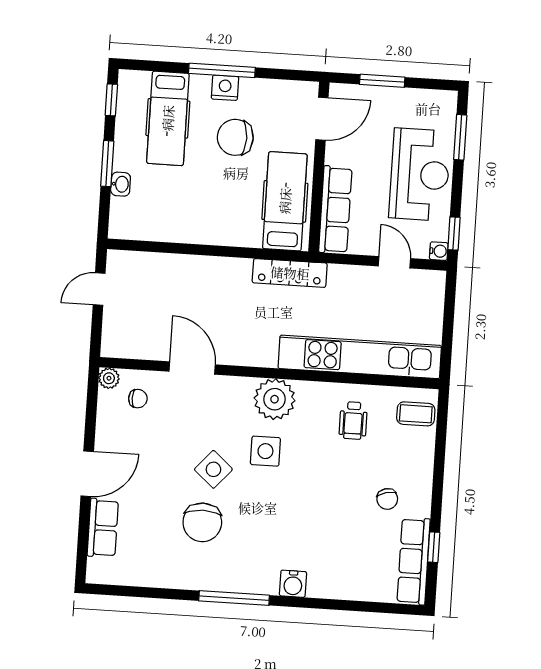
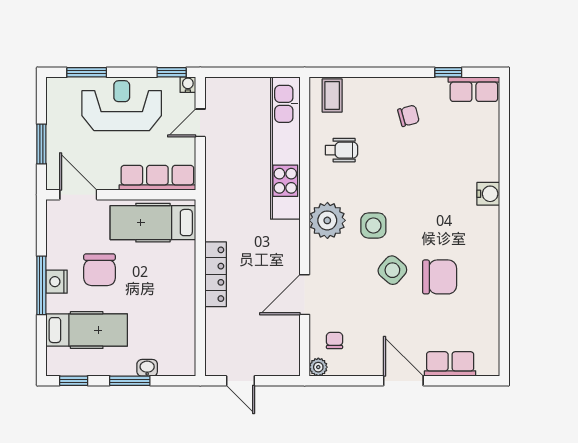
locker: (290, 273) -> (216, 274), moved
row of seats: (414, 561) -> (474, 89), width x0.68
window: (234, 598) -> (504, 245), removed

